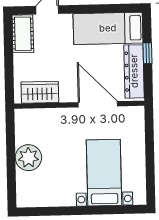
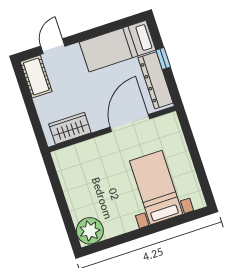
door: (98, 104) -> (130, 123), hinge flipped
plant: (28, 158) -> (90, 231), moved

